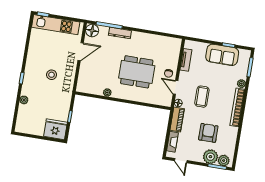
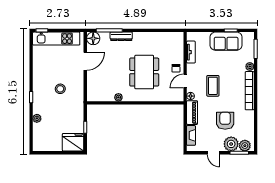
dining table: (137, 72) -> (144, 72), turned 90
door: (176, 87) -> (185, 81), hinge flipped
door: (181, 161) -> (213, 153), moved

